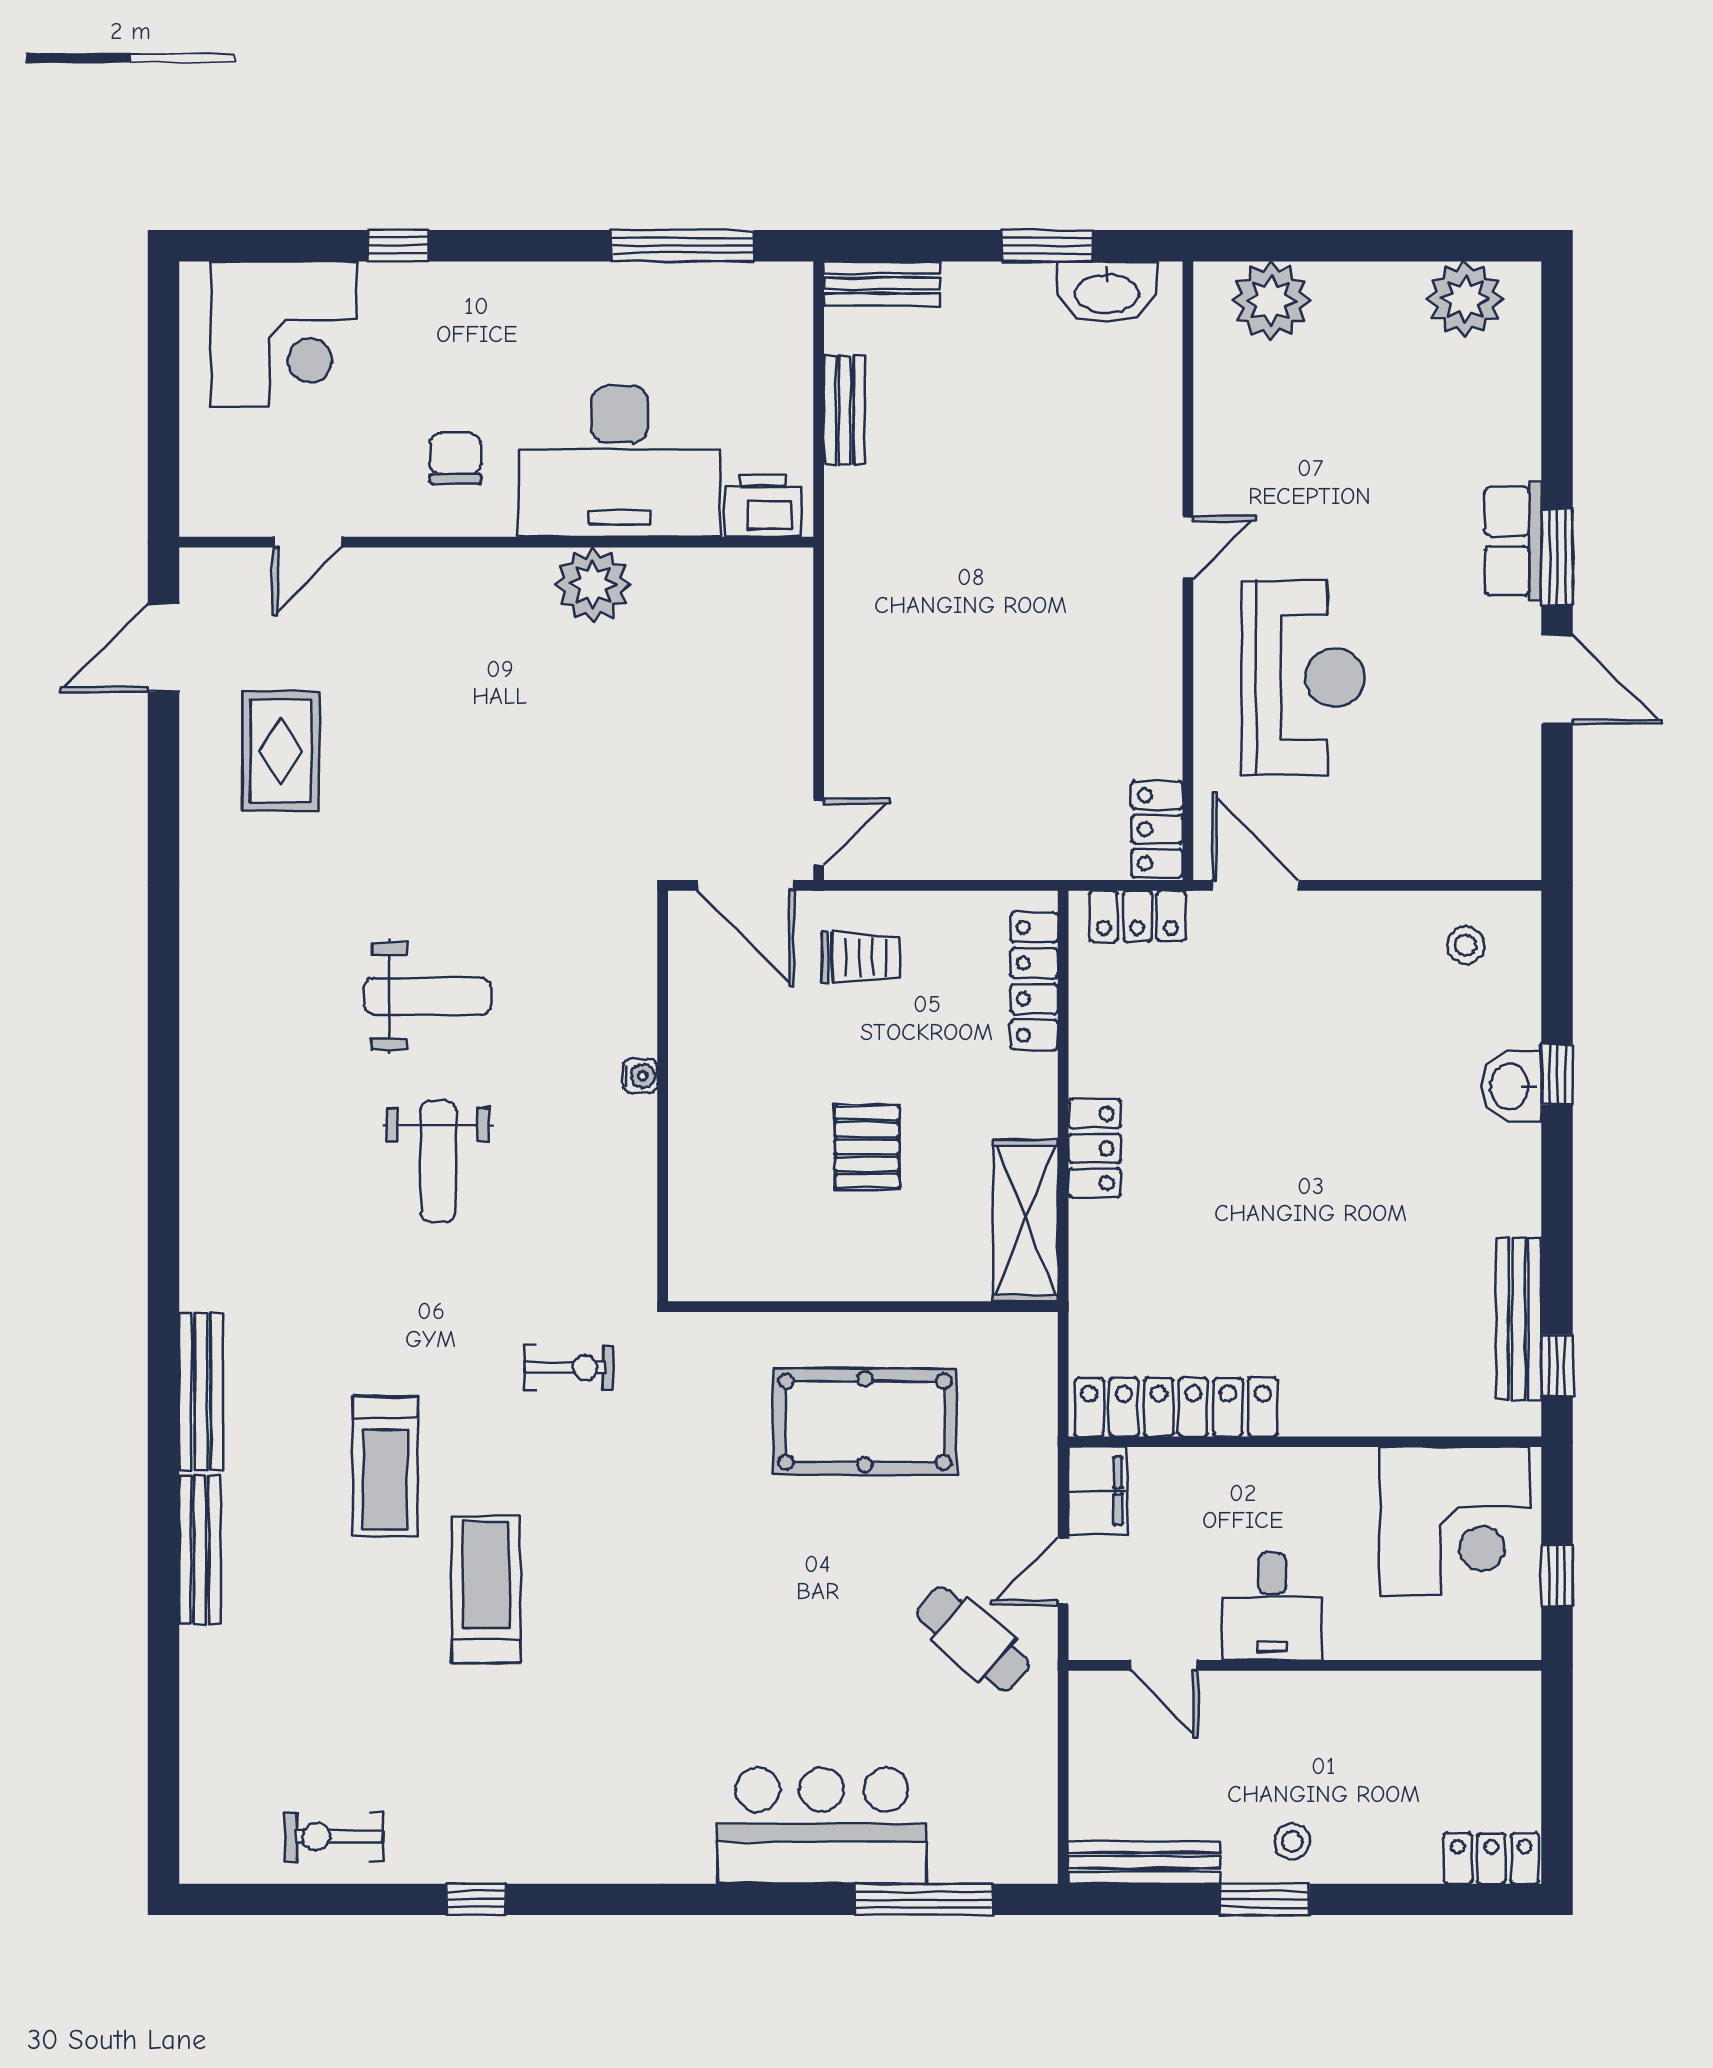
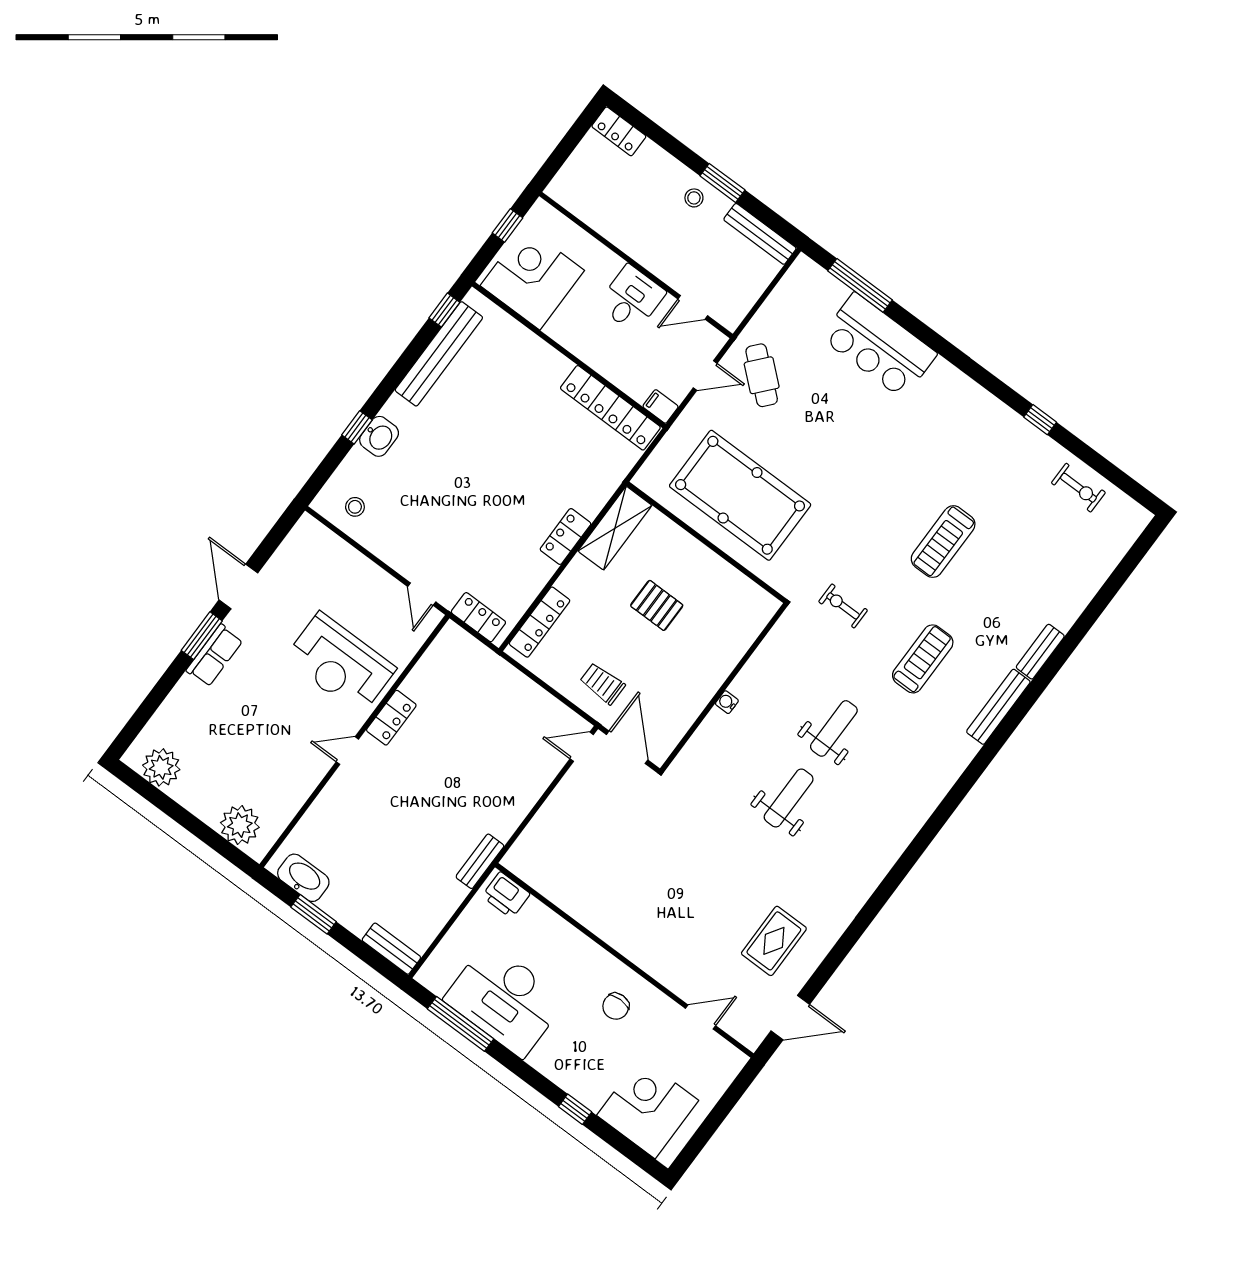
bench: (845, 410) -> (480, 861), moved
desk: (620, 461) -> (505, 1000), moved, turned 180
plant: (593, 585) -> (598, 914), removed
reception desk: (1303, 677) -> (340, 664), turned -90
locker: (1157, 829) -> (391, 718), moved
door: (1255, 885) -> (422, 594), width x0.73
weight bench: (427, 996) -> (789, 798), turned 90
pallet: (867, 1147) -> (657, 605), turned 90
bench: (1519, 1319) -> (439, 354), width x1.37, depth x1.21
pool table: (865, 1422) -> (740, 495), width x1.36, depth x1.32
treadmill: (385, 1466) -> (923, 659), moved
filing cabinet: (1098, 1491) -> (661, 406), width x0.50
bench: (200, 1549) -> (1040, 652), width x0.73
door: (1164, 1665) -> (693, 307), swing flipped

